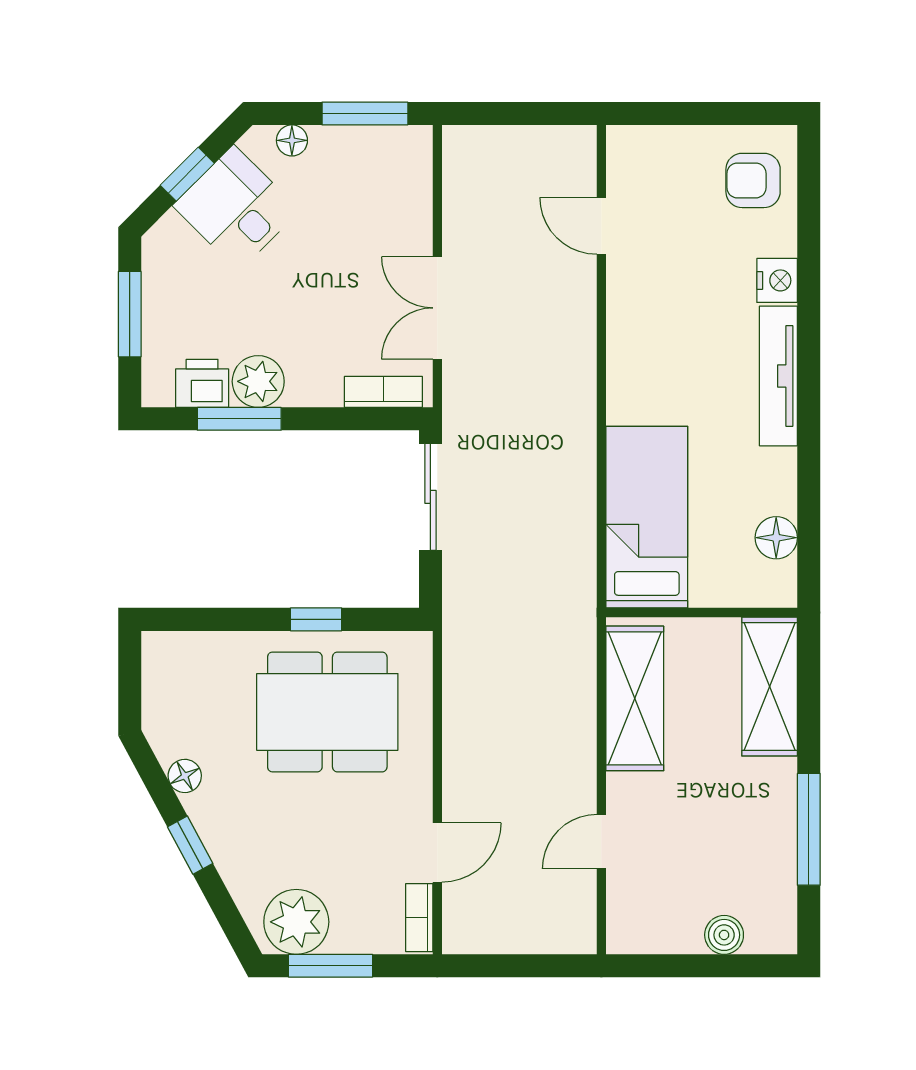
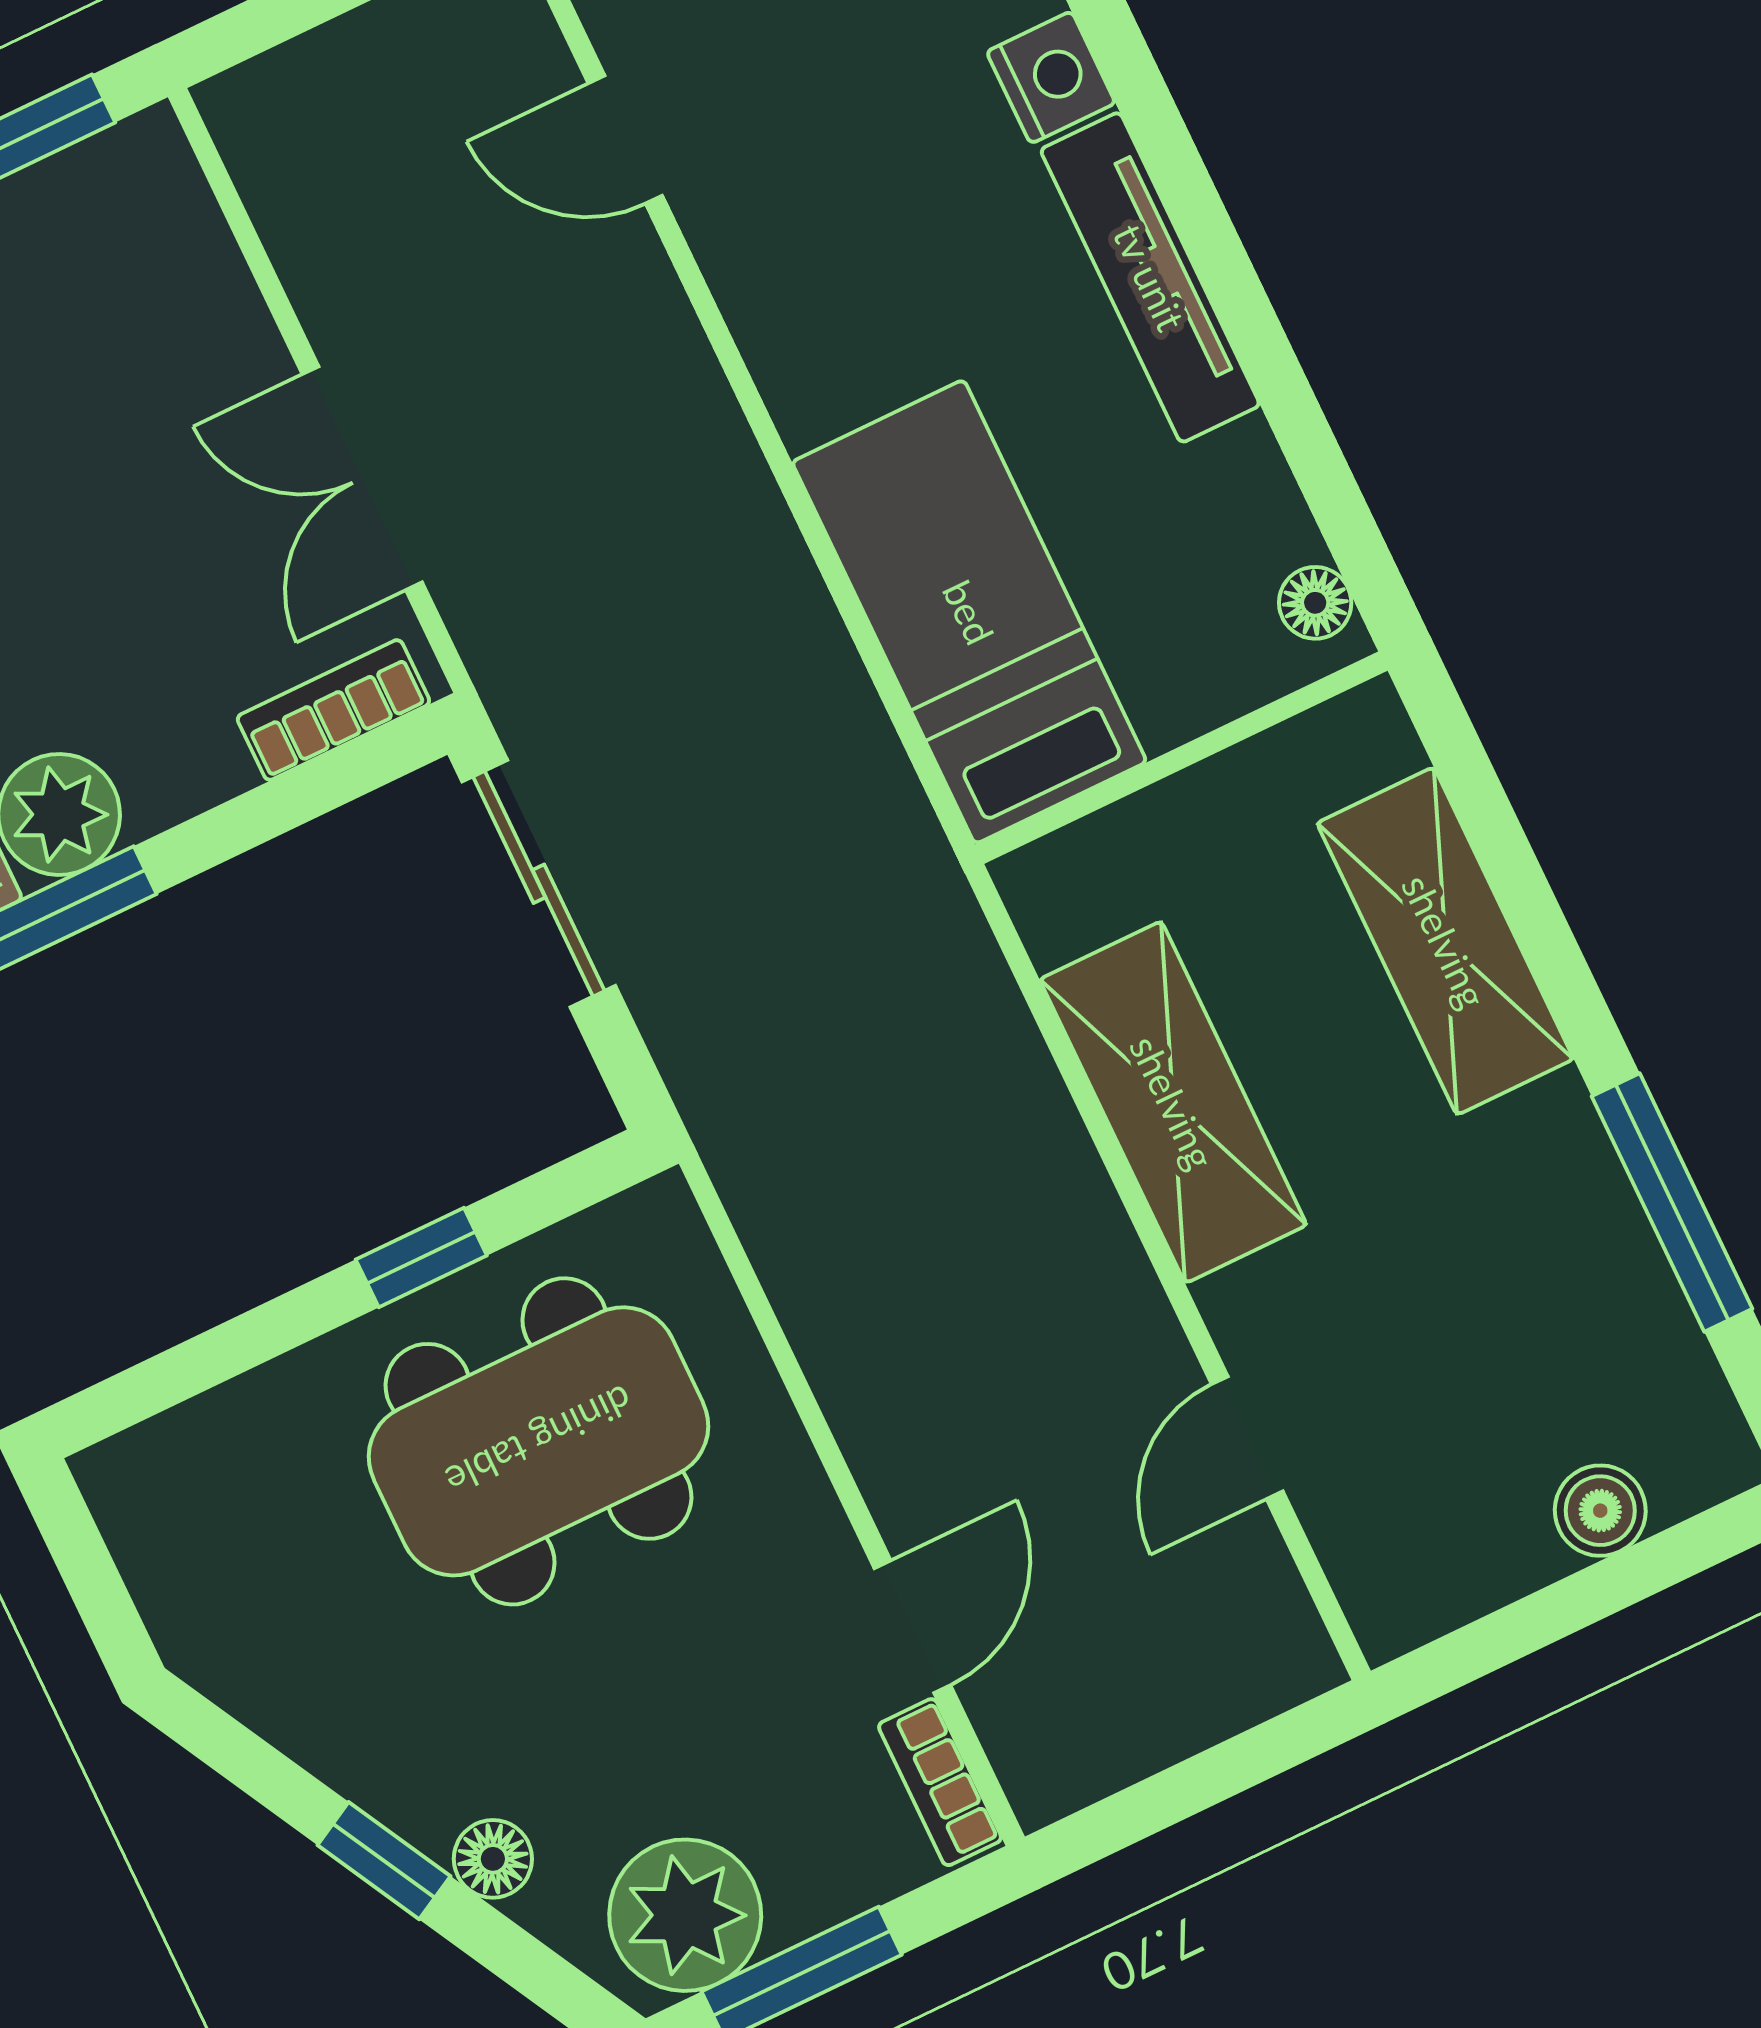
bed: (647, 517) -> (969, 612), moved
floor lamp: (776, 538) -> (1315, 603), width x0.73, depth x0.73
wall: (702, 613) -> (1181, 758), moved
floor lamp: (185, 776) -> (493, 1859), moved

